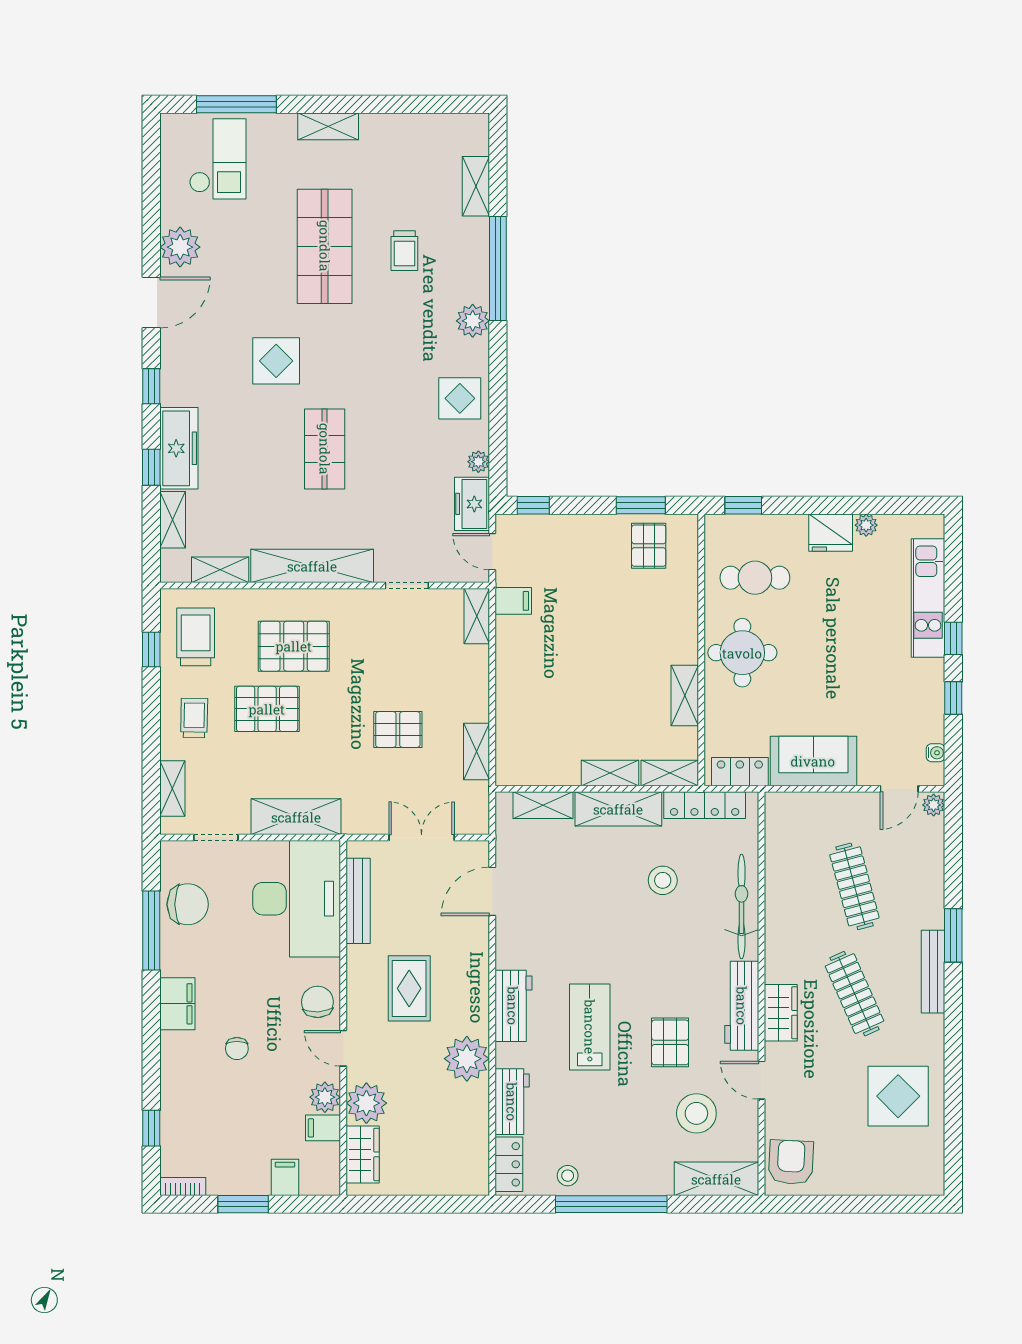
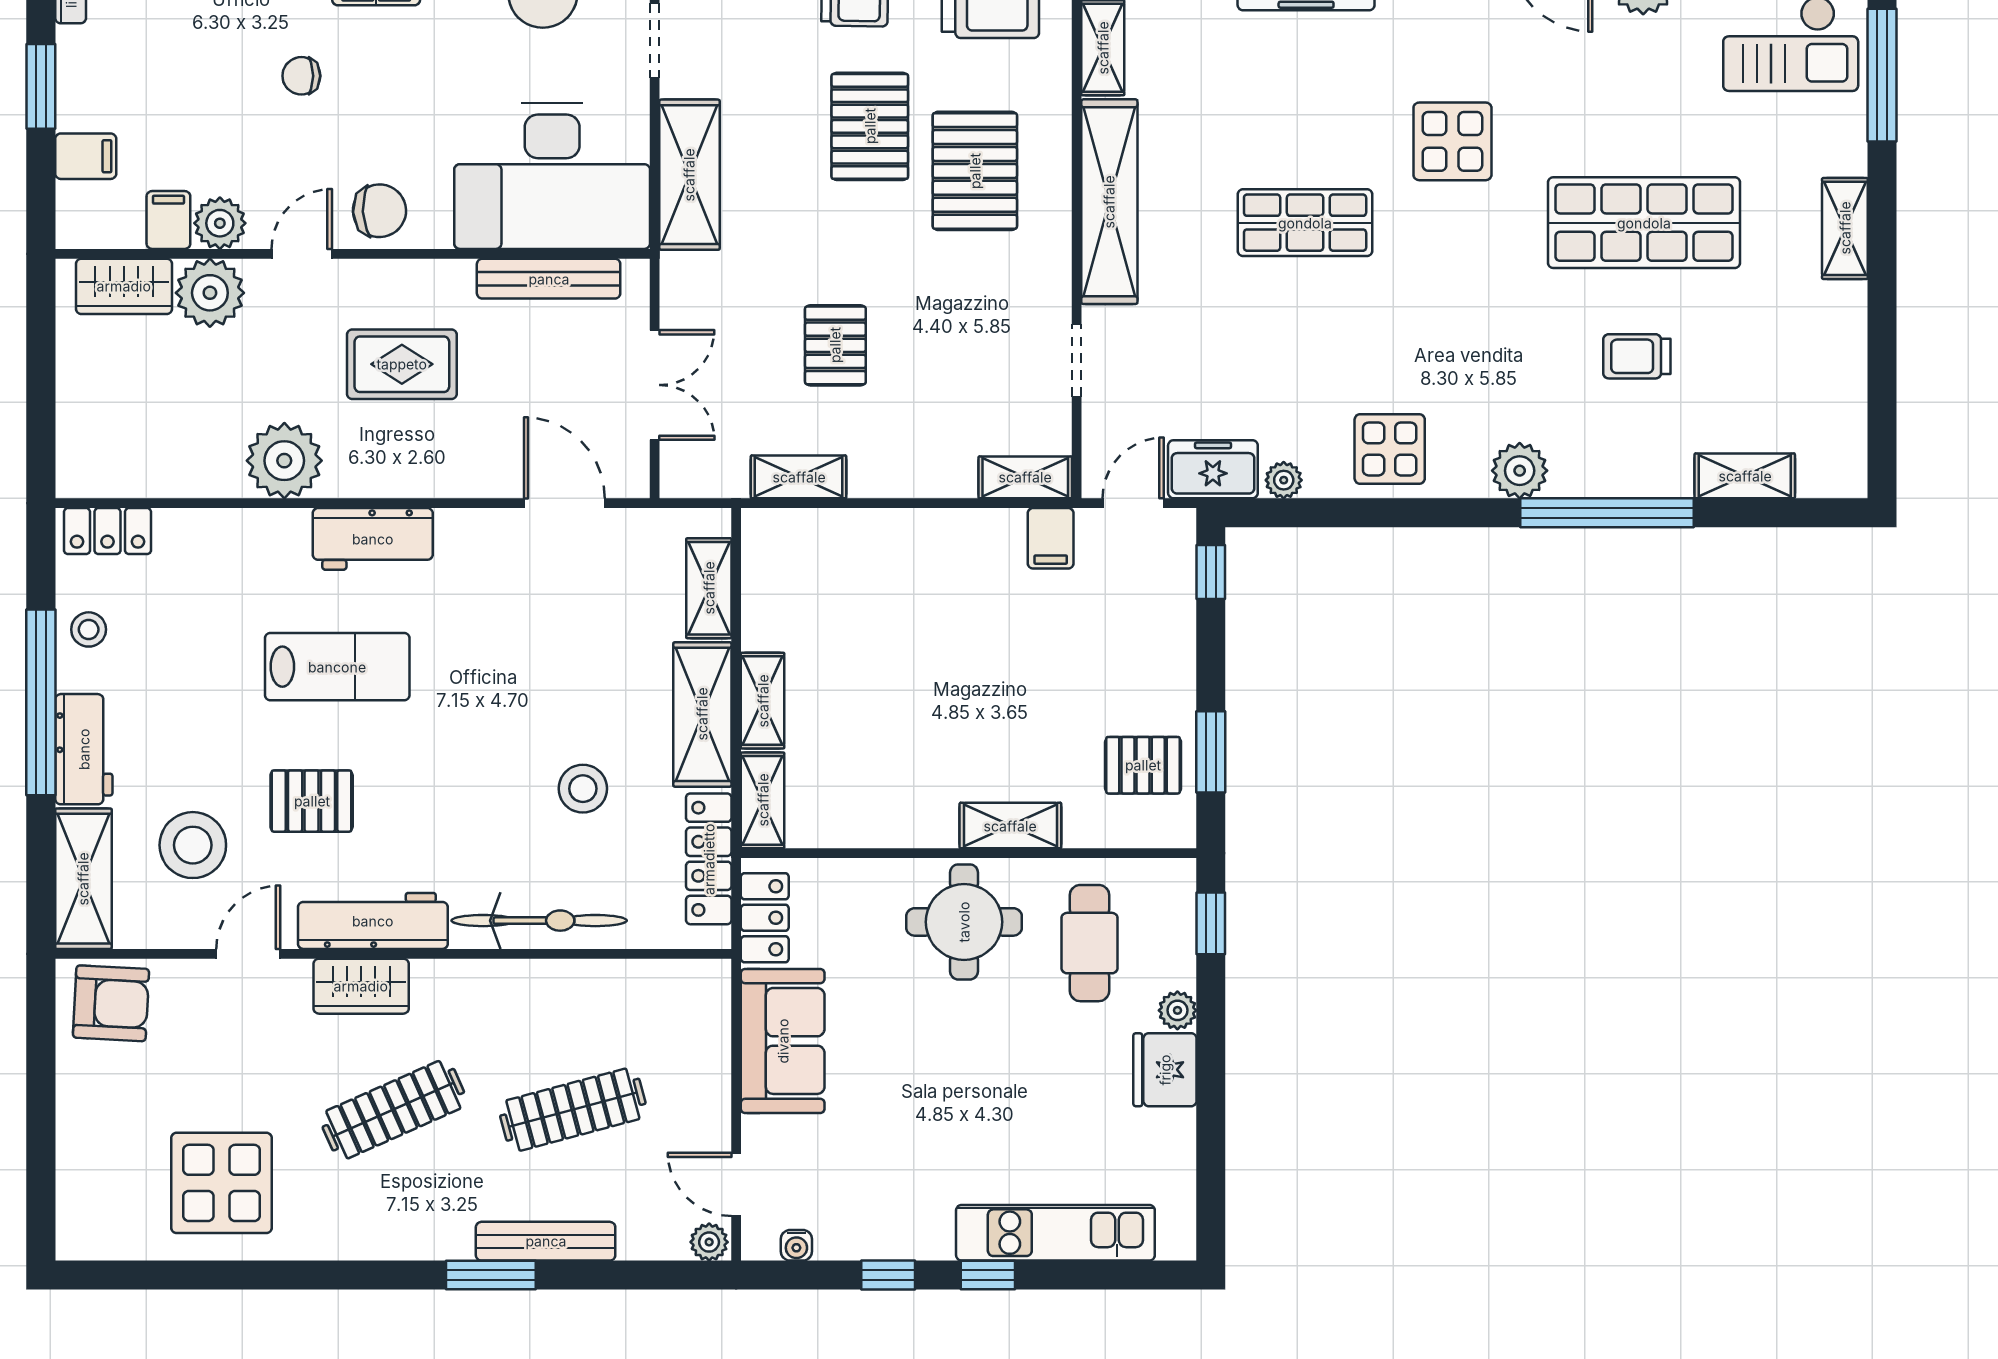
plant: (866, 525) -> (1177, 1010), moved
shelving: (685, 696) -> (1010, 826), moved
bench: (933, 972) -> (546, 1241), moved
workbench: (512, 1102) -> (84, 749), moved, turned -90

